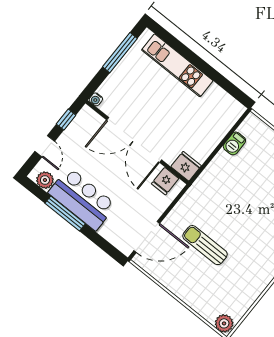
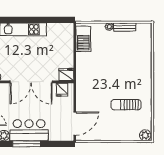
barbecue: (234, 143) -> (83, 39), width x1.88, depth x1.53
sun lounger: (205, 245) -> (126, 105), moved

